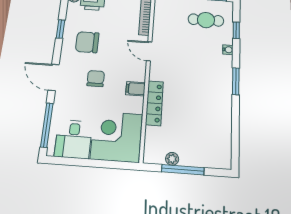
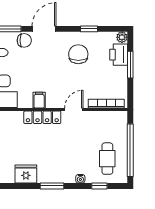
chair: (96, 79) -> (24, 40), moved
locker: (154, 103) -> (42, 117), moved
fridge: (221, 110) -> (26, 174), added

